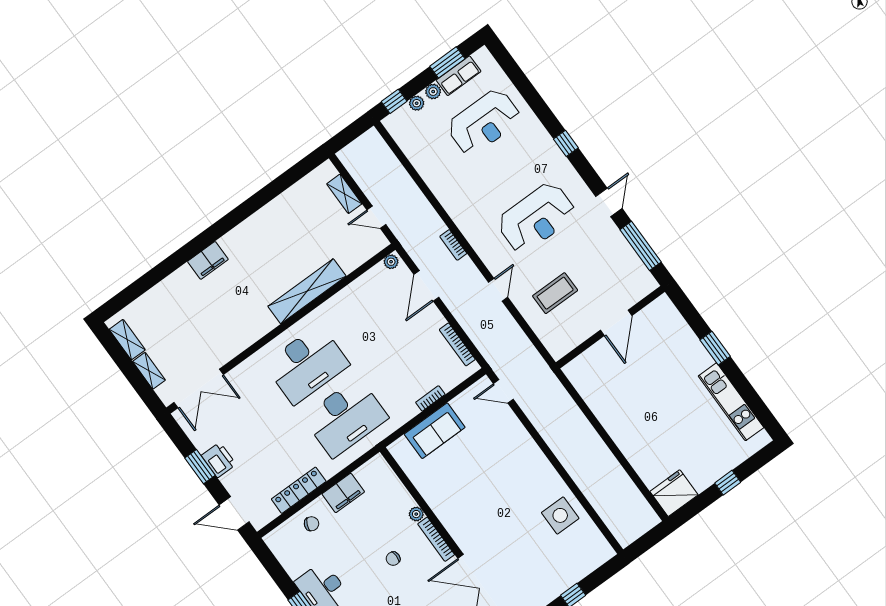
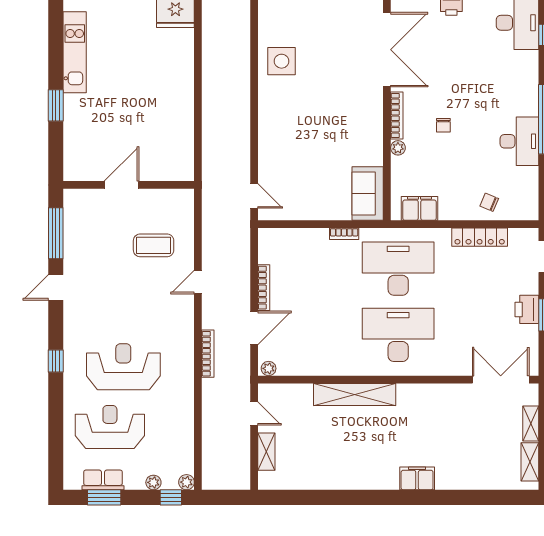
plant: (433, 92) -> (187, 482), moved
reception desk: (536, 218) -> (123, 367), moved
bookcase: (453, 245) -> (208, 354), width x1.56
bookcase: (457, 344) -> (264, 288), moved
bookcase: (430, 398) -> (344, 234), moved
sofa: (435, 431) -> (368, 193), moved, turned -90
filing cabinet: (343, 493) -> (419, 208), moved
chair: (393, 559) -> (443, 125), turned 90

